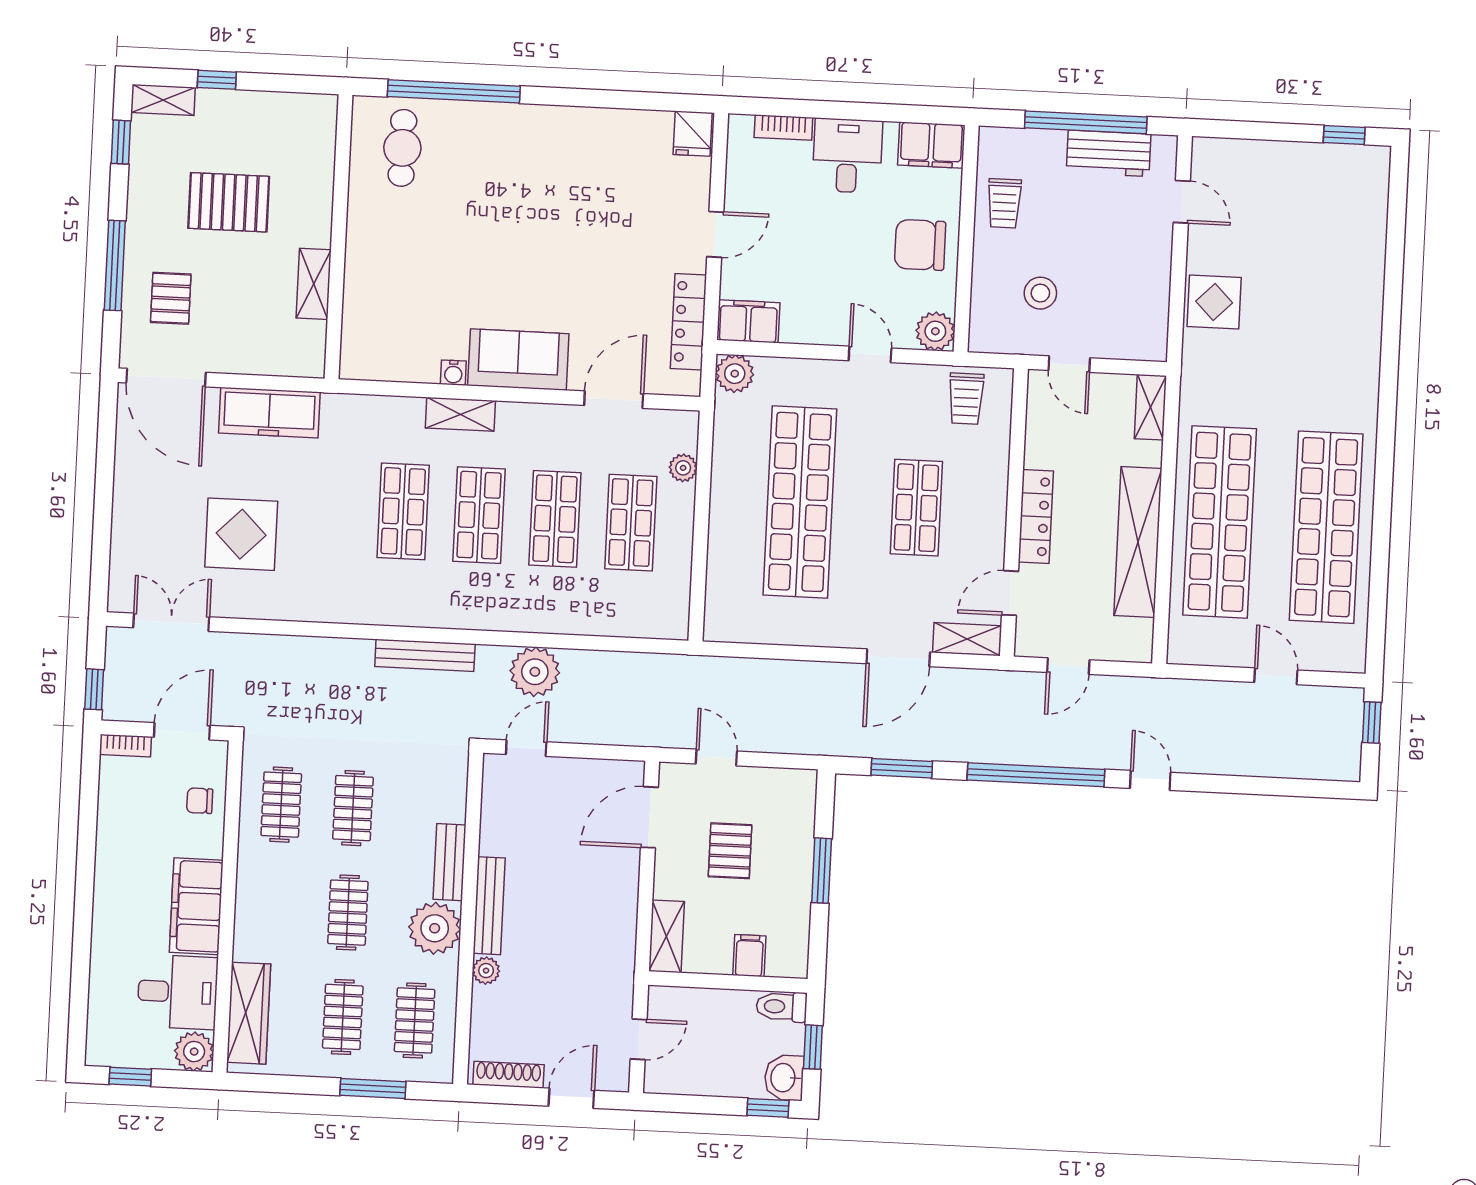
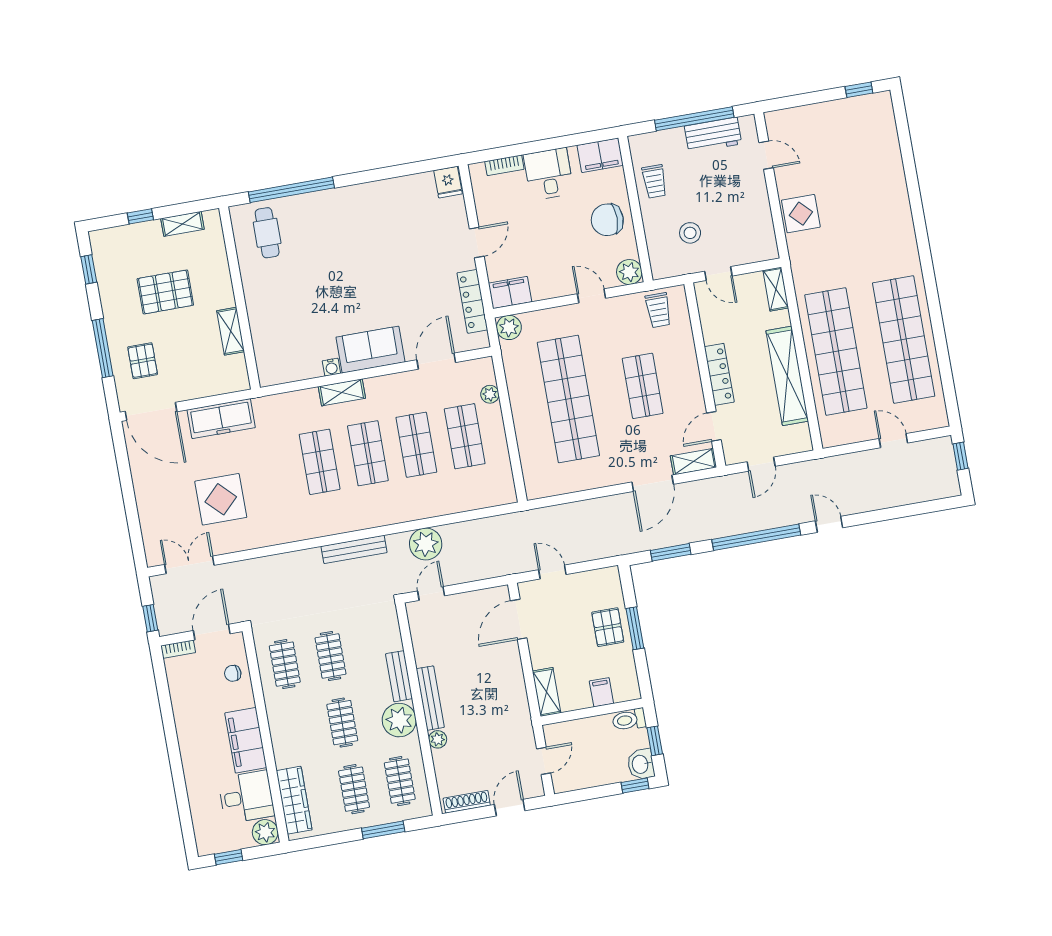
shelving: (163, 100) -> (182, 224), moved
pallet: (730, 851) -> (608, 627), moved

